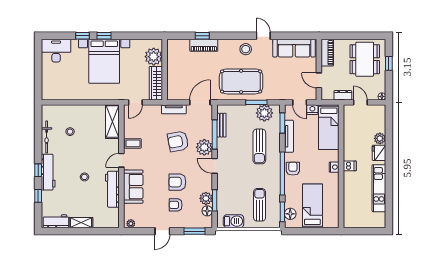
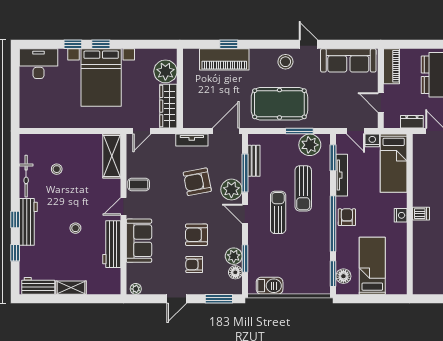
piano: (204, 45) -> (224, 59), width x1.37, depth x1.33
sun lounger: (260, 205) -> (278, 212), moved

